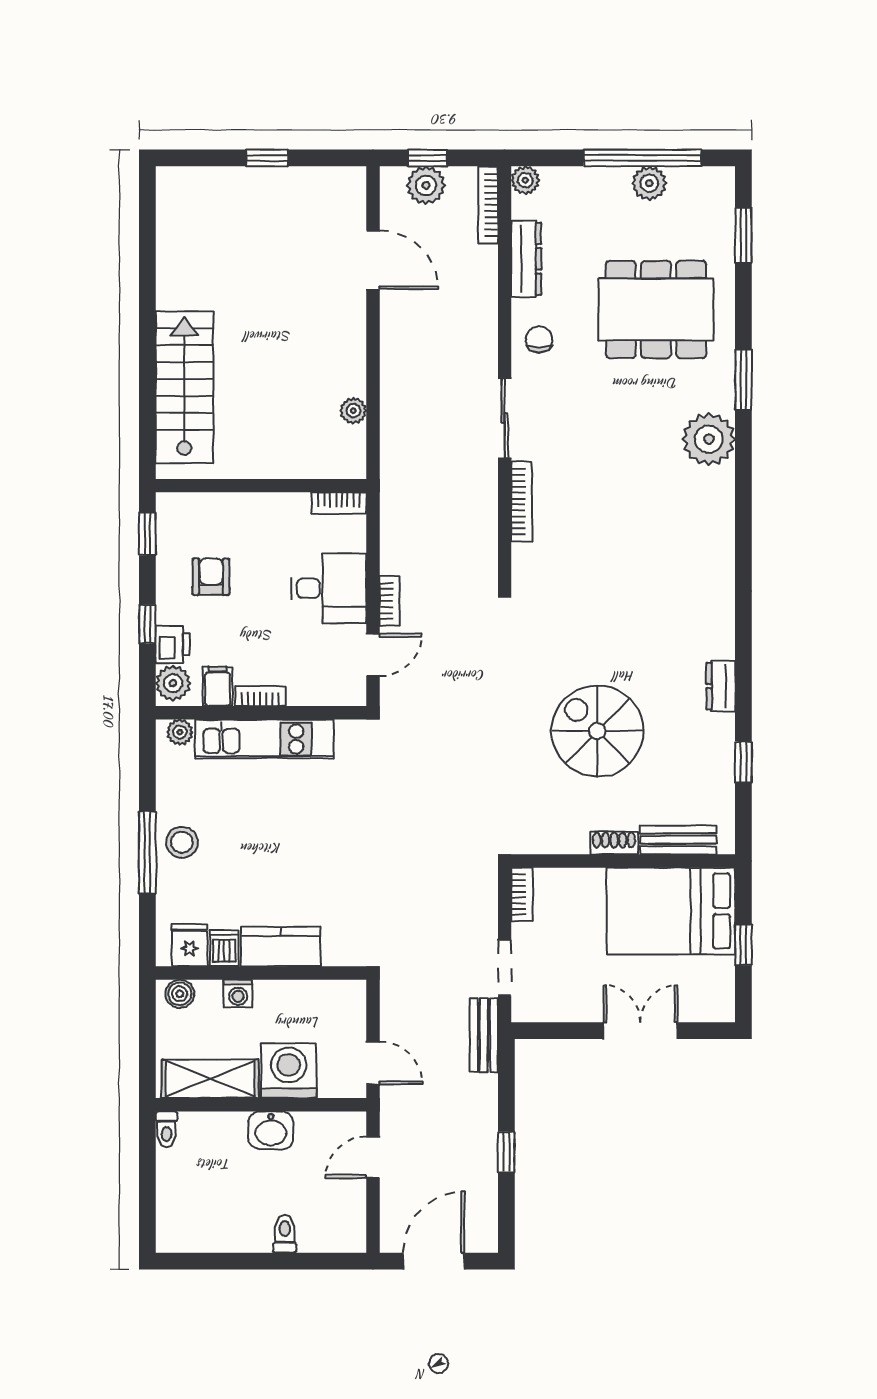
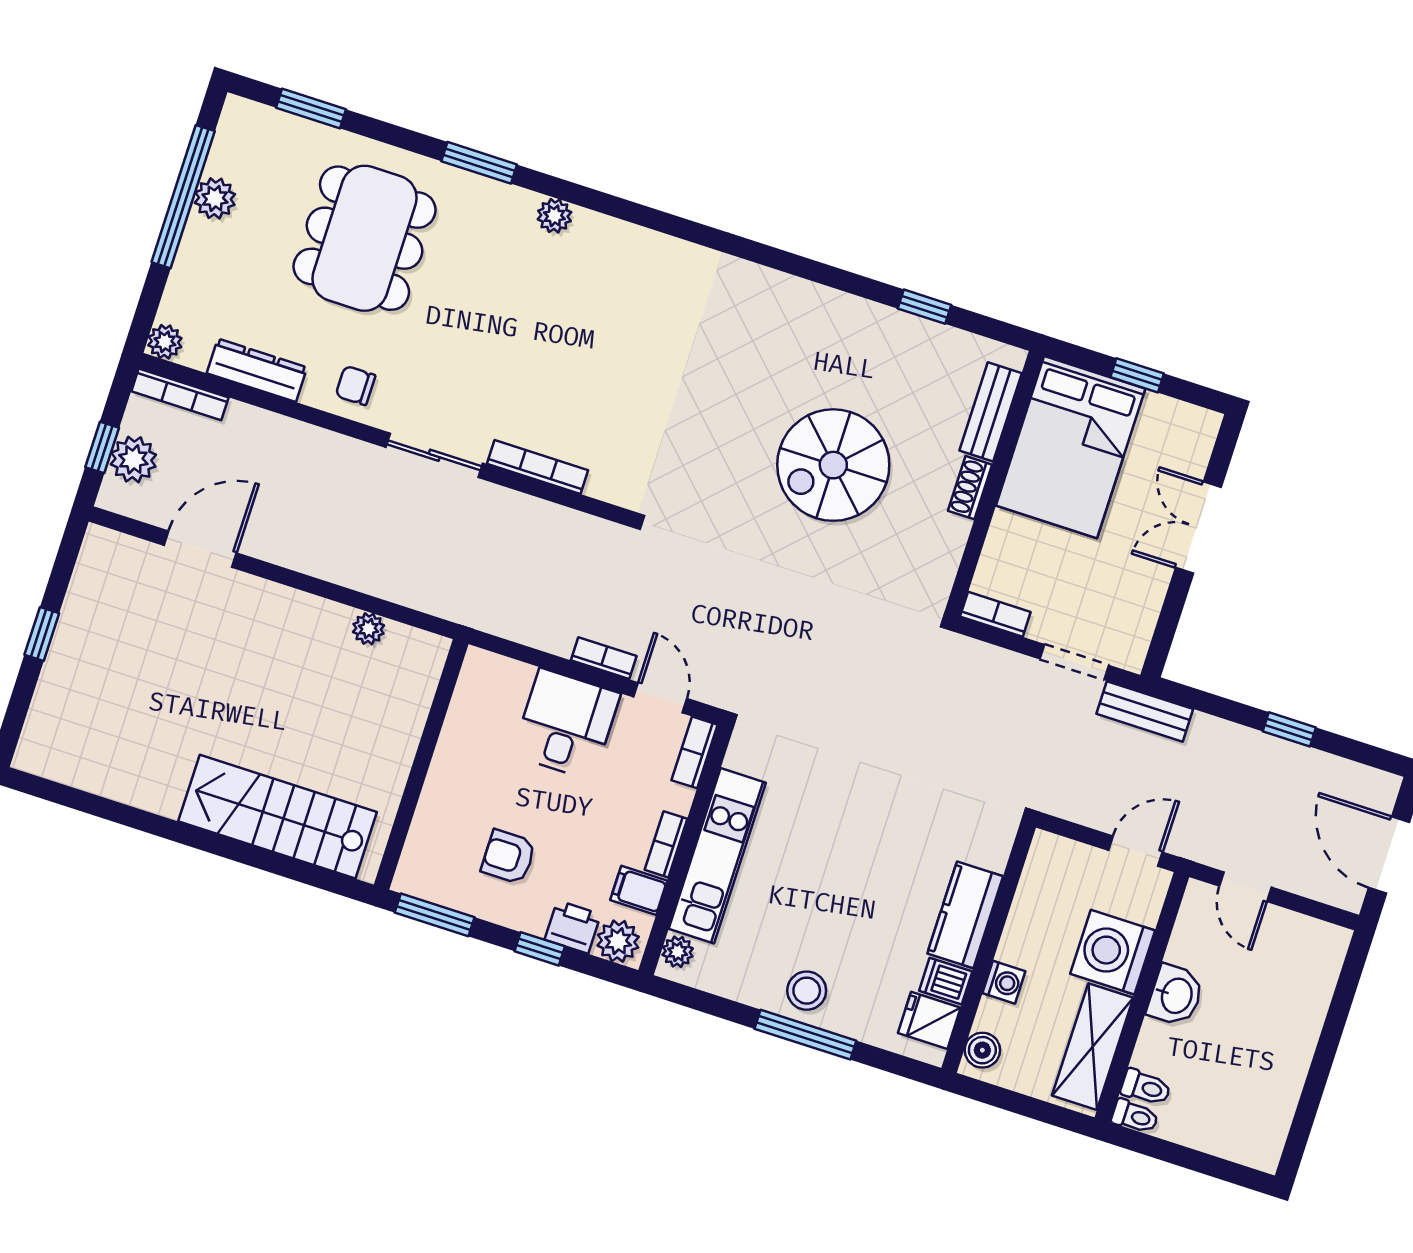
plant: (709, 439) -> (554, 216), width x0.53, depth x0.53
bookcase: (339, 503) -> (695, 752), moved, turned 180
window: (147, 534) -> (435, 915), width x1.50
dresser: (721, 686) -> (828, 304), removed
toilet: (285, 1234) -> (1146, 1087), moved, turned 180

